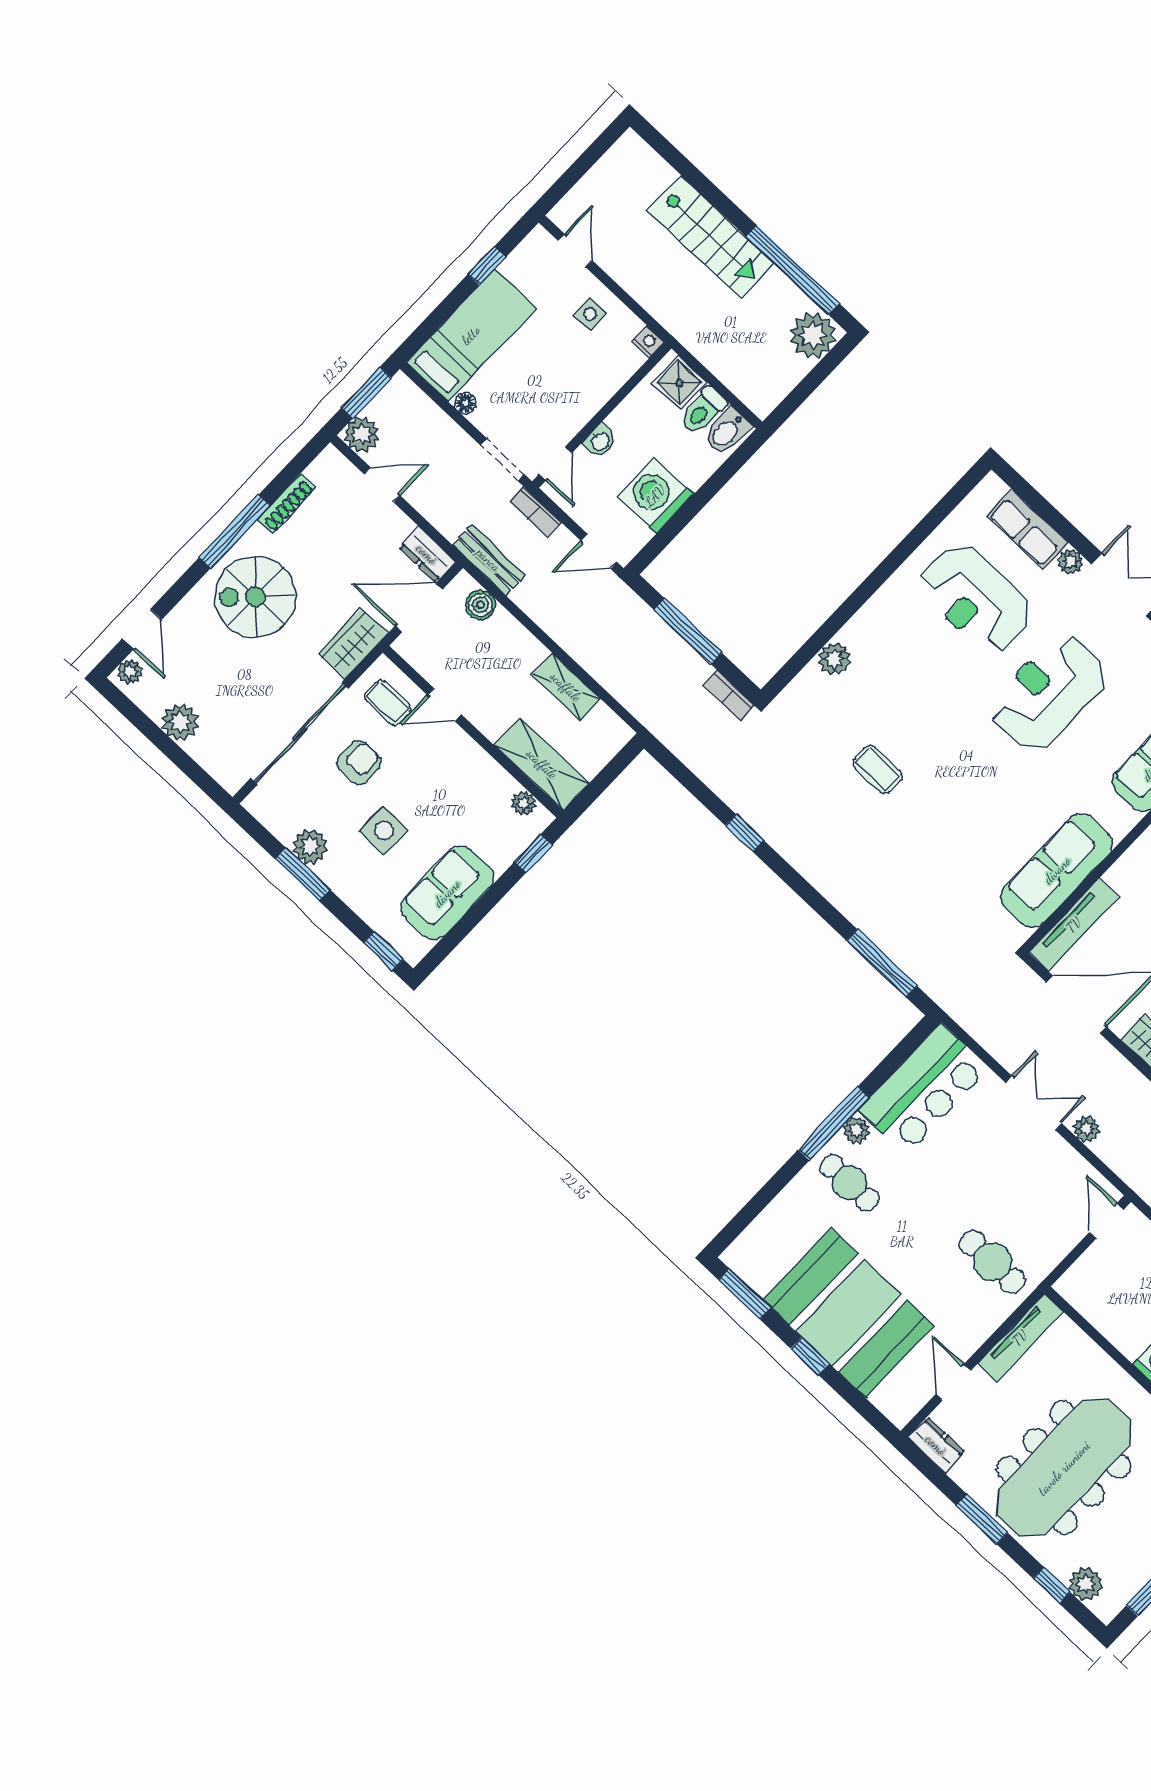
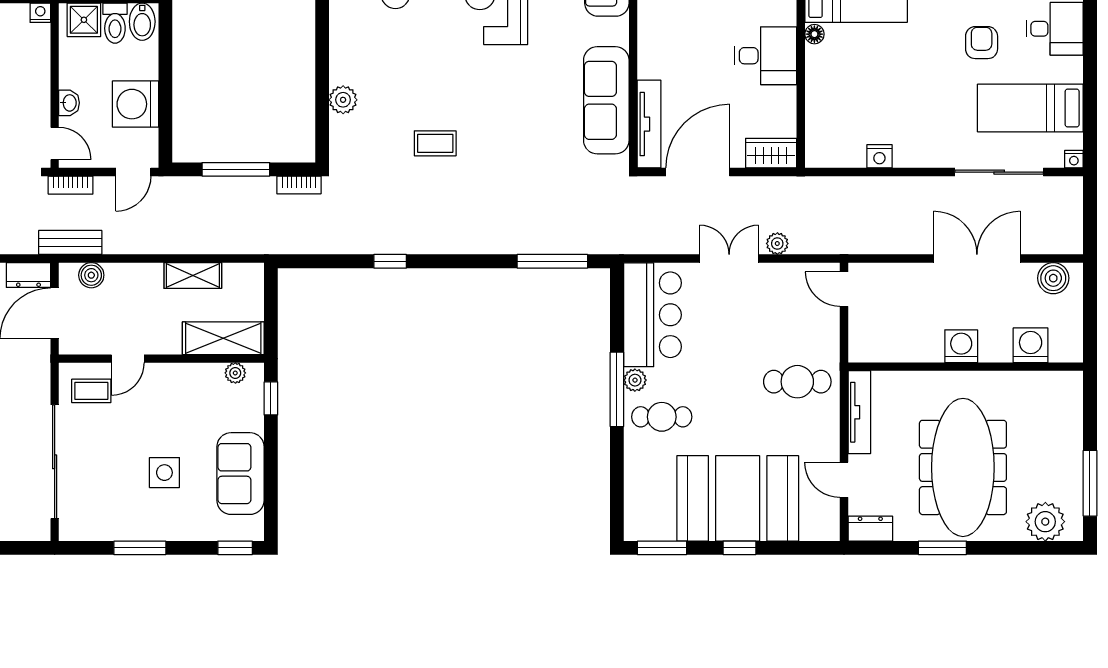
wardrobe: (353, 644) -> (35, 375), removed
armchair: (359, 762) -> (109, 445), removed
plant: (310, 847) -> (128, 526), removed
plant: (1086, 1584) -> (1045, 522), width x1.36, depth x1.36
window: (1052, 1585) -> (1025, 548), removed

